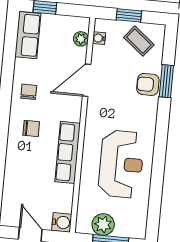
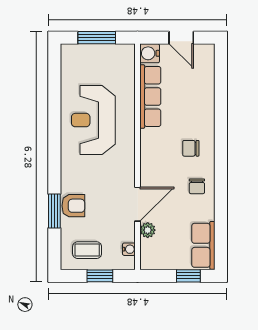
plant: (81, 39) -> (148, 230), moved
coffee table: (139, 41) -> (87, 250), turned -39
row of seats: (68, 152) -> (150, 96), moved
plant: (103, 225) -> (106, 55), removed

